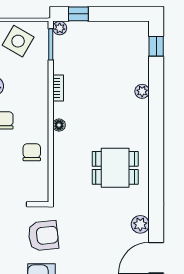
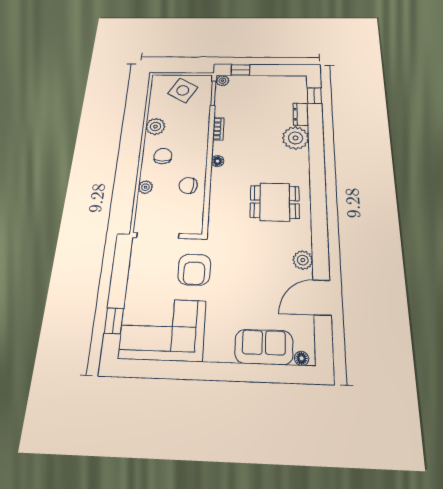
dresser: (142, 69) -> (301, 114), added
plant: (142, 91) -> (296, 138), width x1.87, depth x1.87
chair: (32, 152) -> (188, 185), turned -83
armchair: (43, 236) -> (194, 270), turned 96

